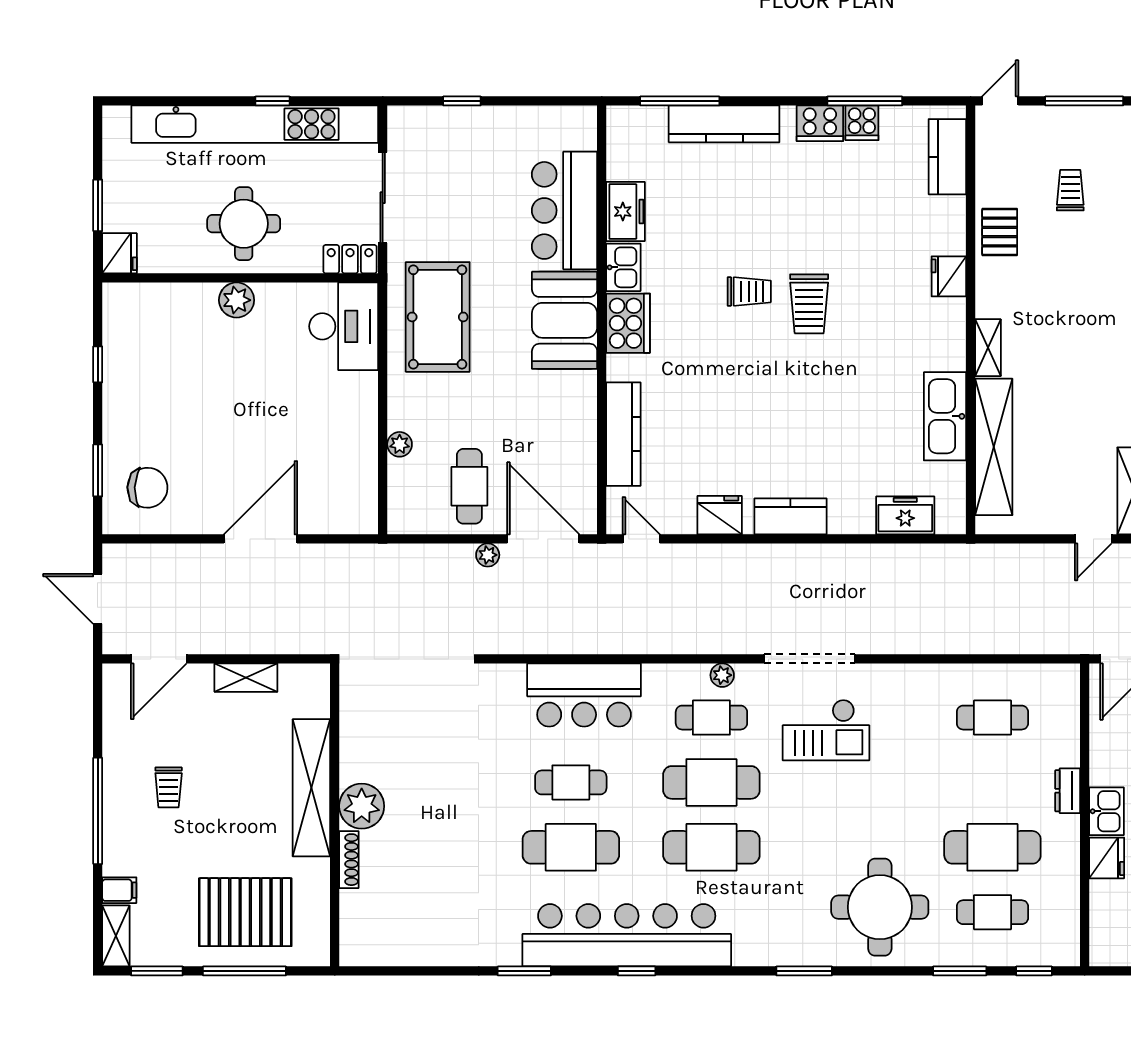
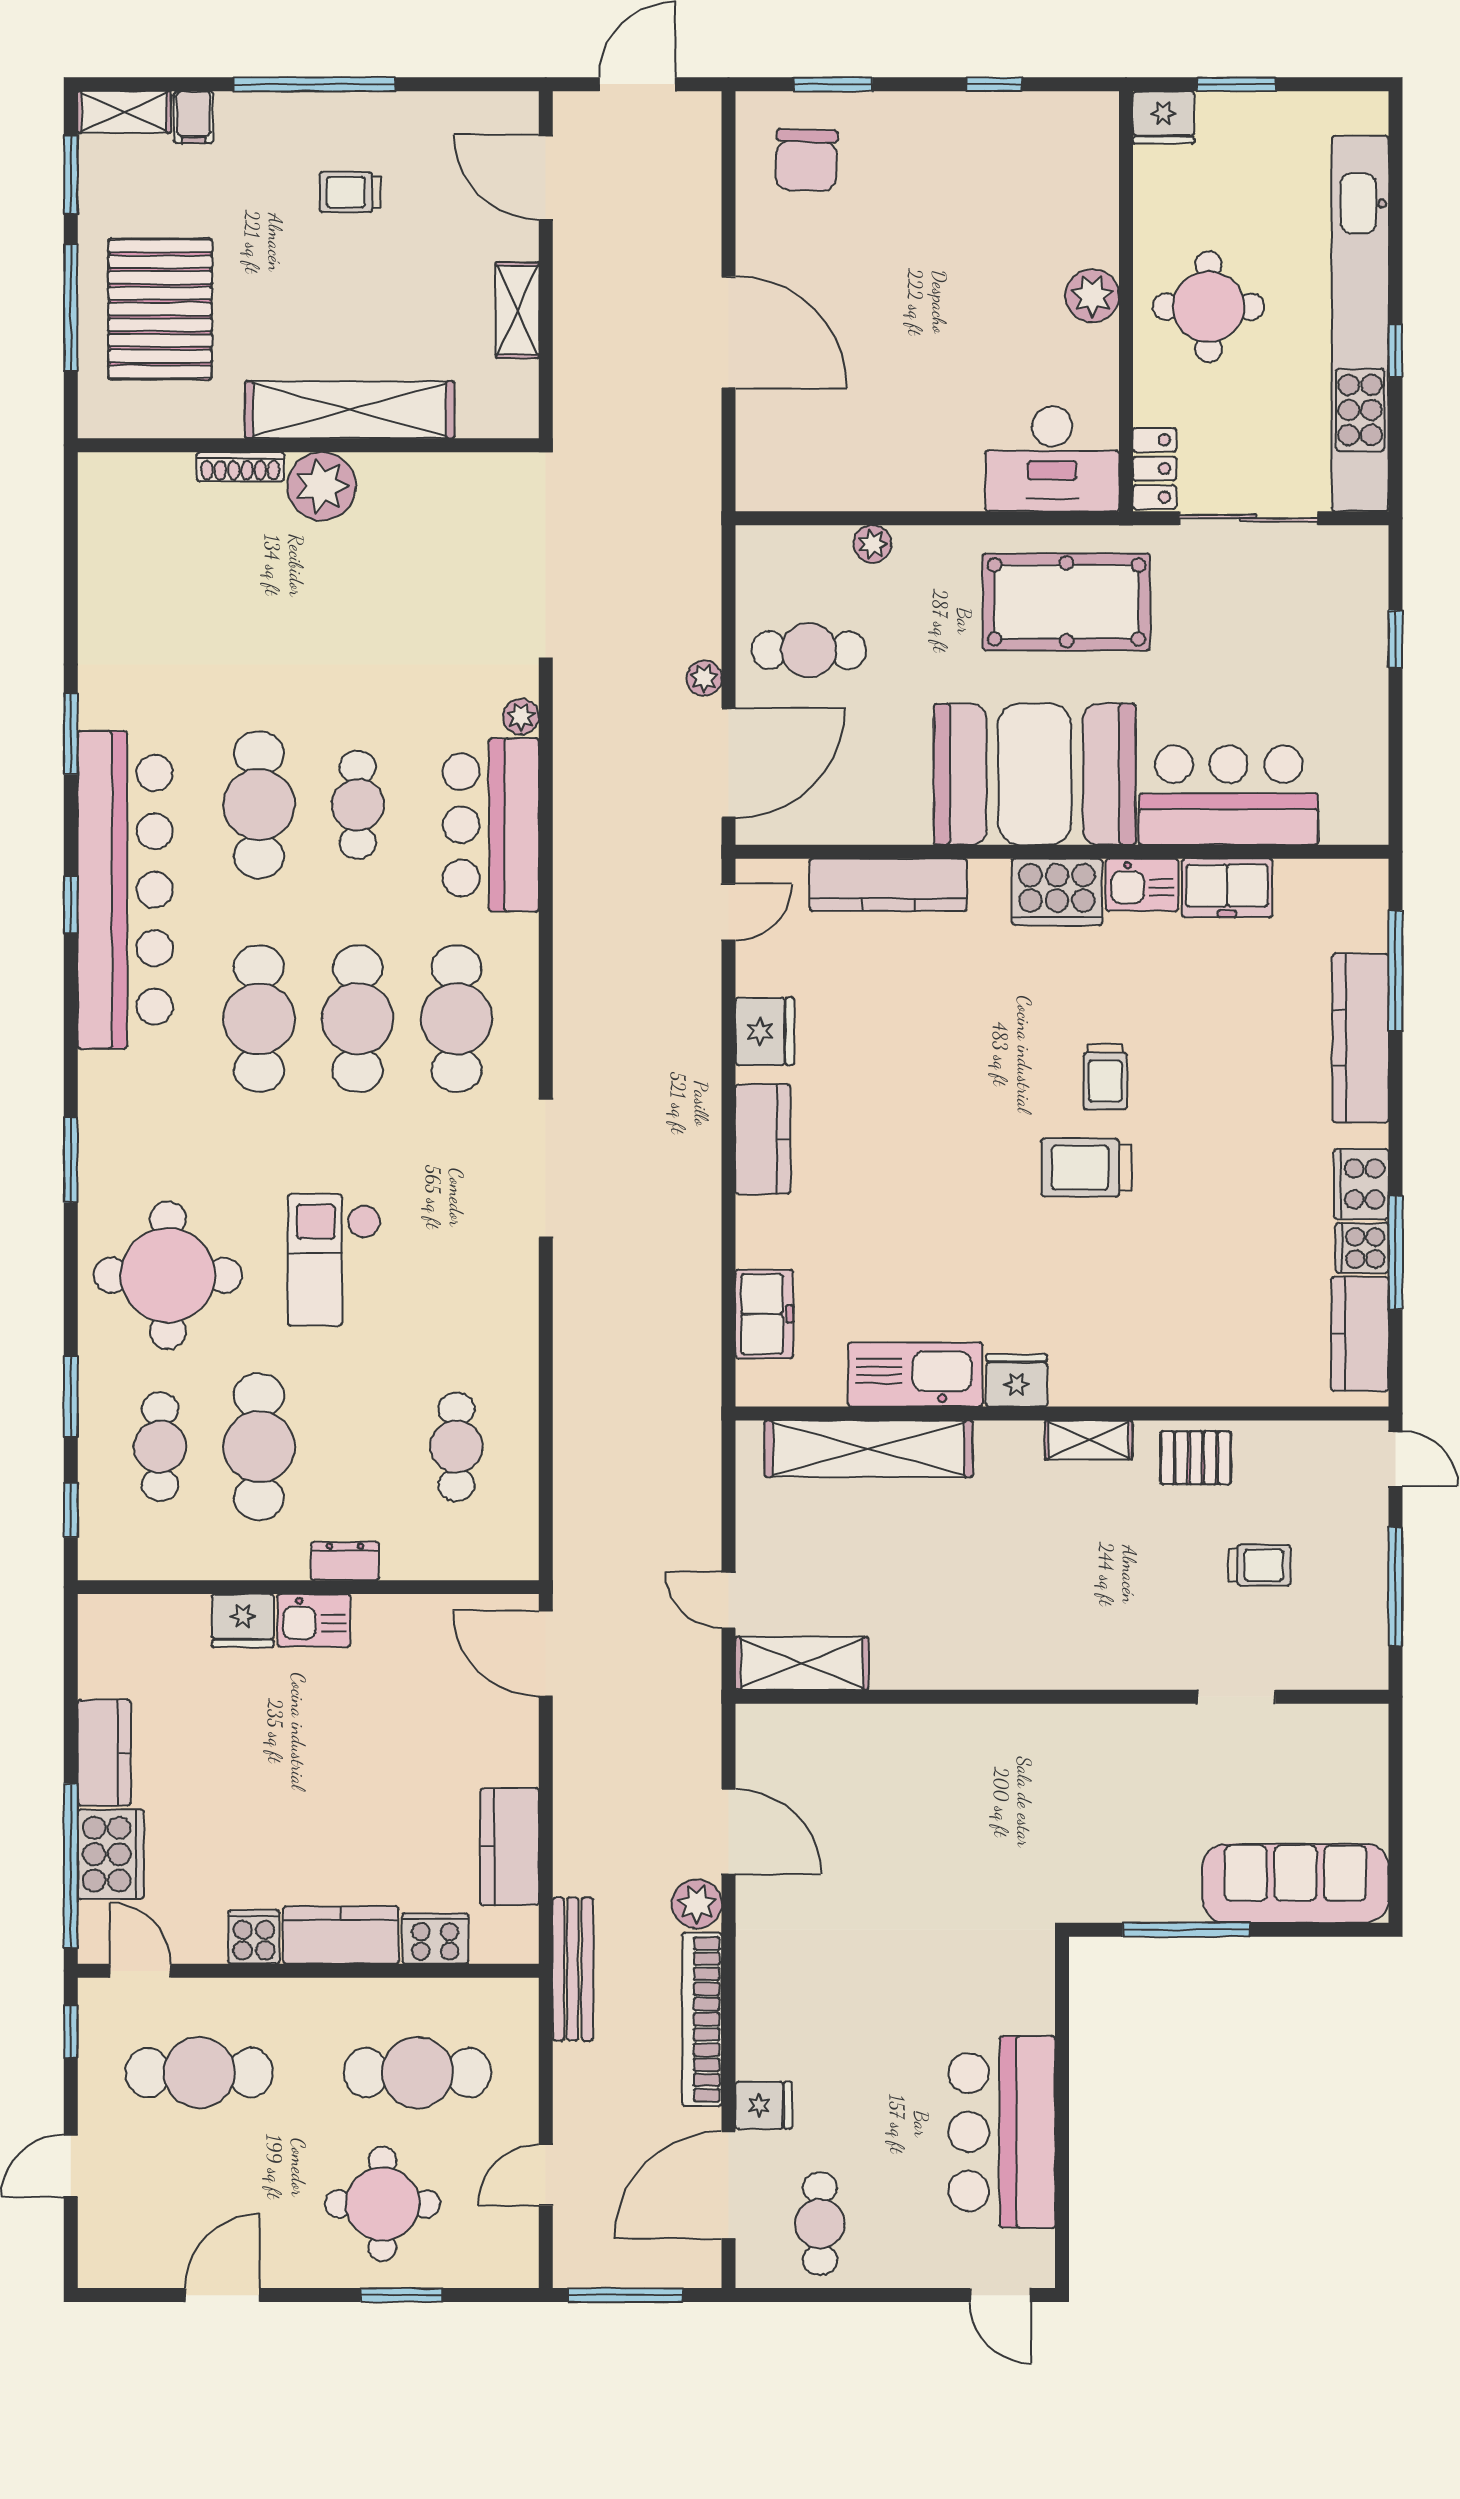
kitchen counter: (947, 157) -> (1360, 1334), moved, turned -90
fridge: (949, 276) -> (1017, 1380), moved
booth: (565, 320) -> (1035, 774), width x1.36, depth x1.42
shelving: (988, 348) -> (1089, 1440), moved
plant: (722, 675) -> (521, 717), moved
cafe table: (711, 718) -> (456, 1019), width x1.37, depth x1.35
checkout: (826, 730) -> (334, 1260), moved

